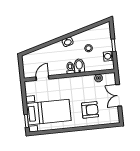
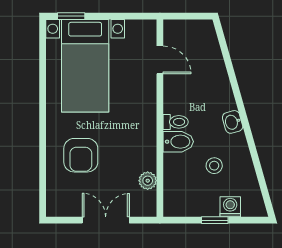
washing machine: (108, 56) -> (230, 207), moved

